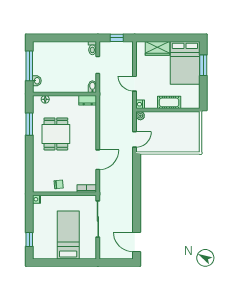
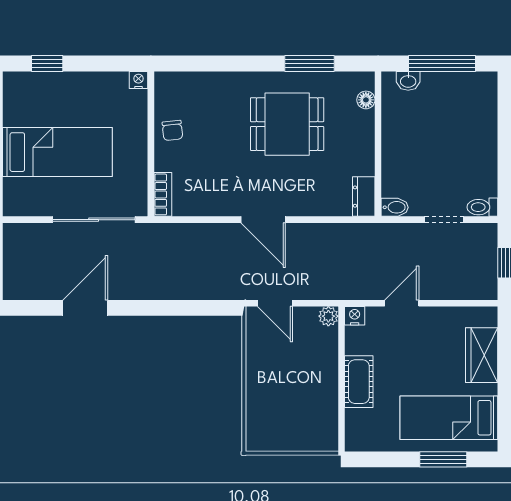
bed: (185, 63) -> (449, 418), width x0.67
door: (98, 160) -> (263, 220), moved
door: (137, 242) -> (85, 308), moved

